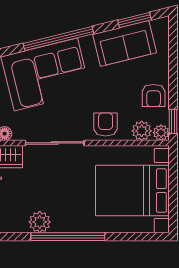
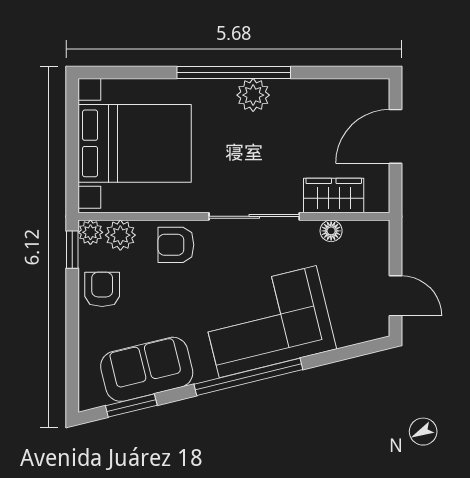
armchair: (106, 125) -> (176, 245), turned 90
plant: (40, 222) -> (253, 95), moved

